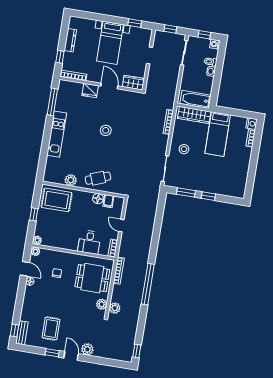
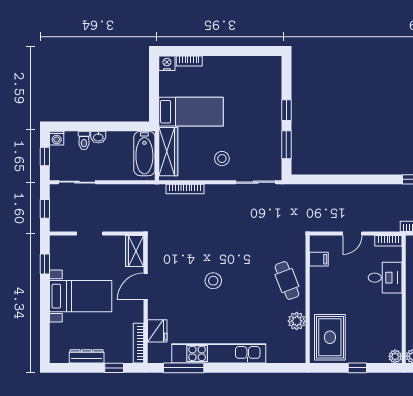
fridge: (90, 90) -> (157, 331), moved
kitchen unit: (57, 134) -> (219, 353), width x1.36
floor lamp: (98, 199) -> (318, 275), removed

